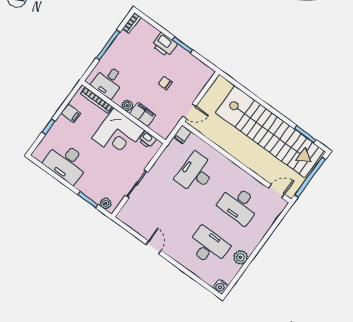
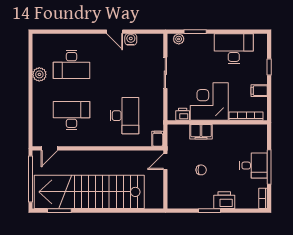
desk: (108, 81) -> (254, 166), moved, turned 90
plant: (127, 106) -> (218, 130), removed
water cooler: (221, 287) -> (131, 39), moved

